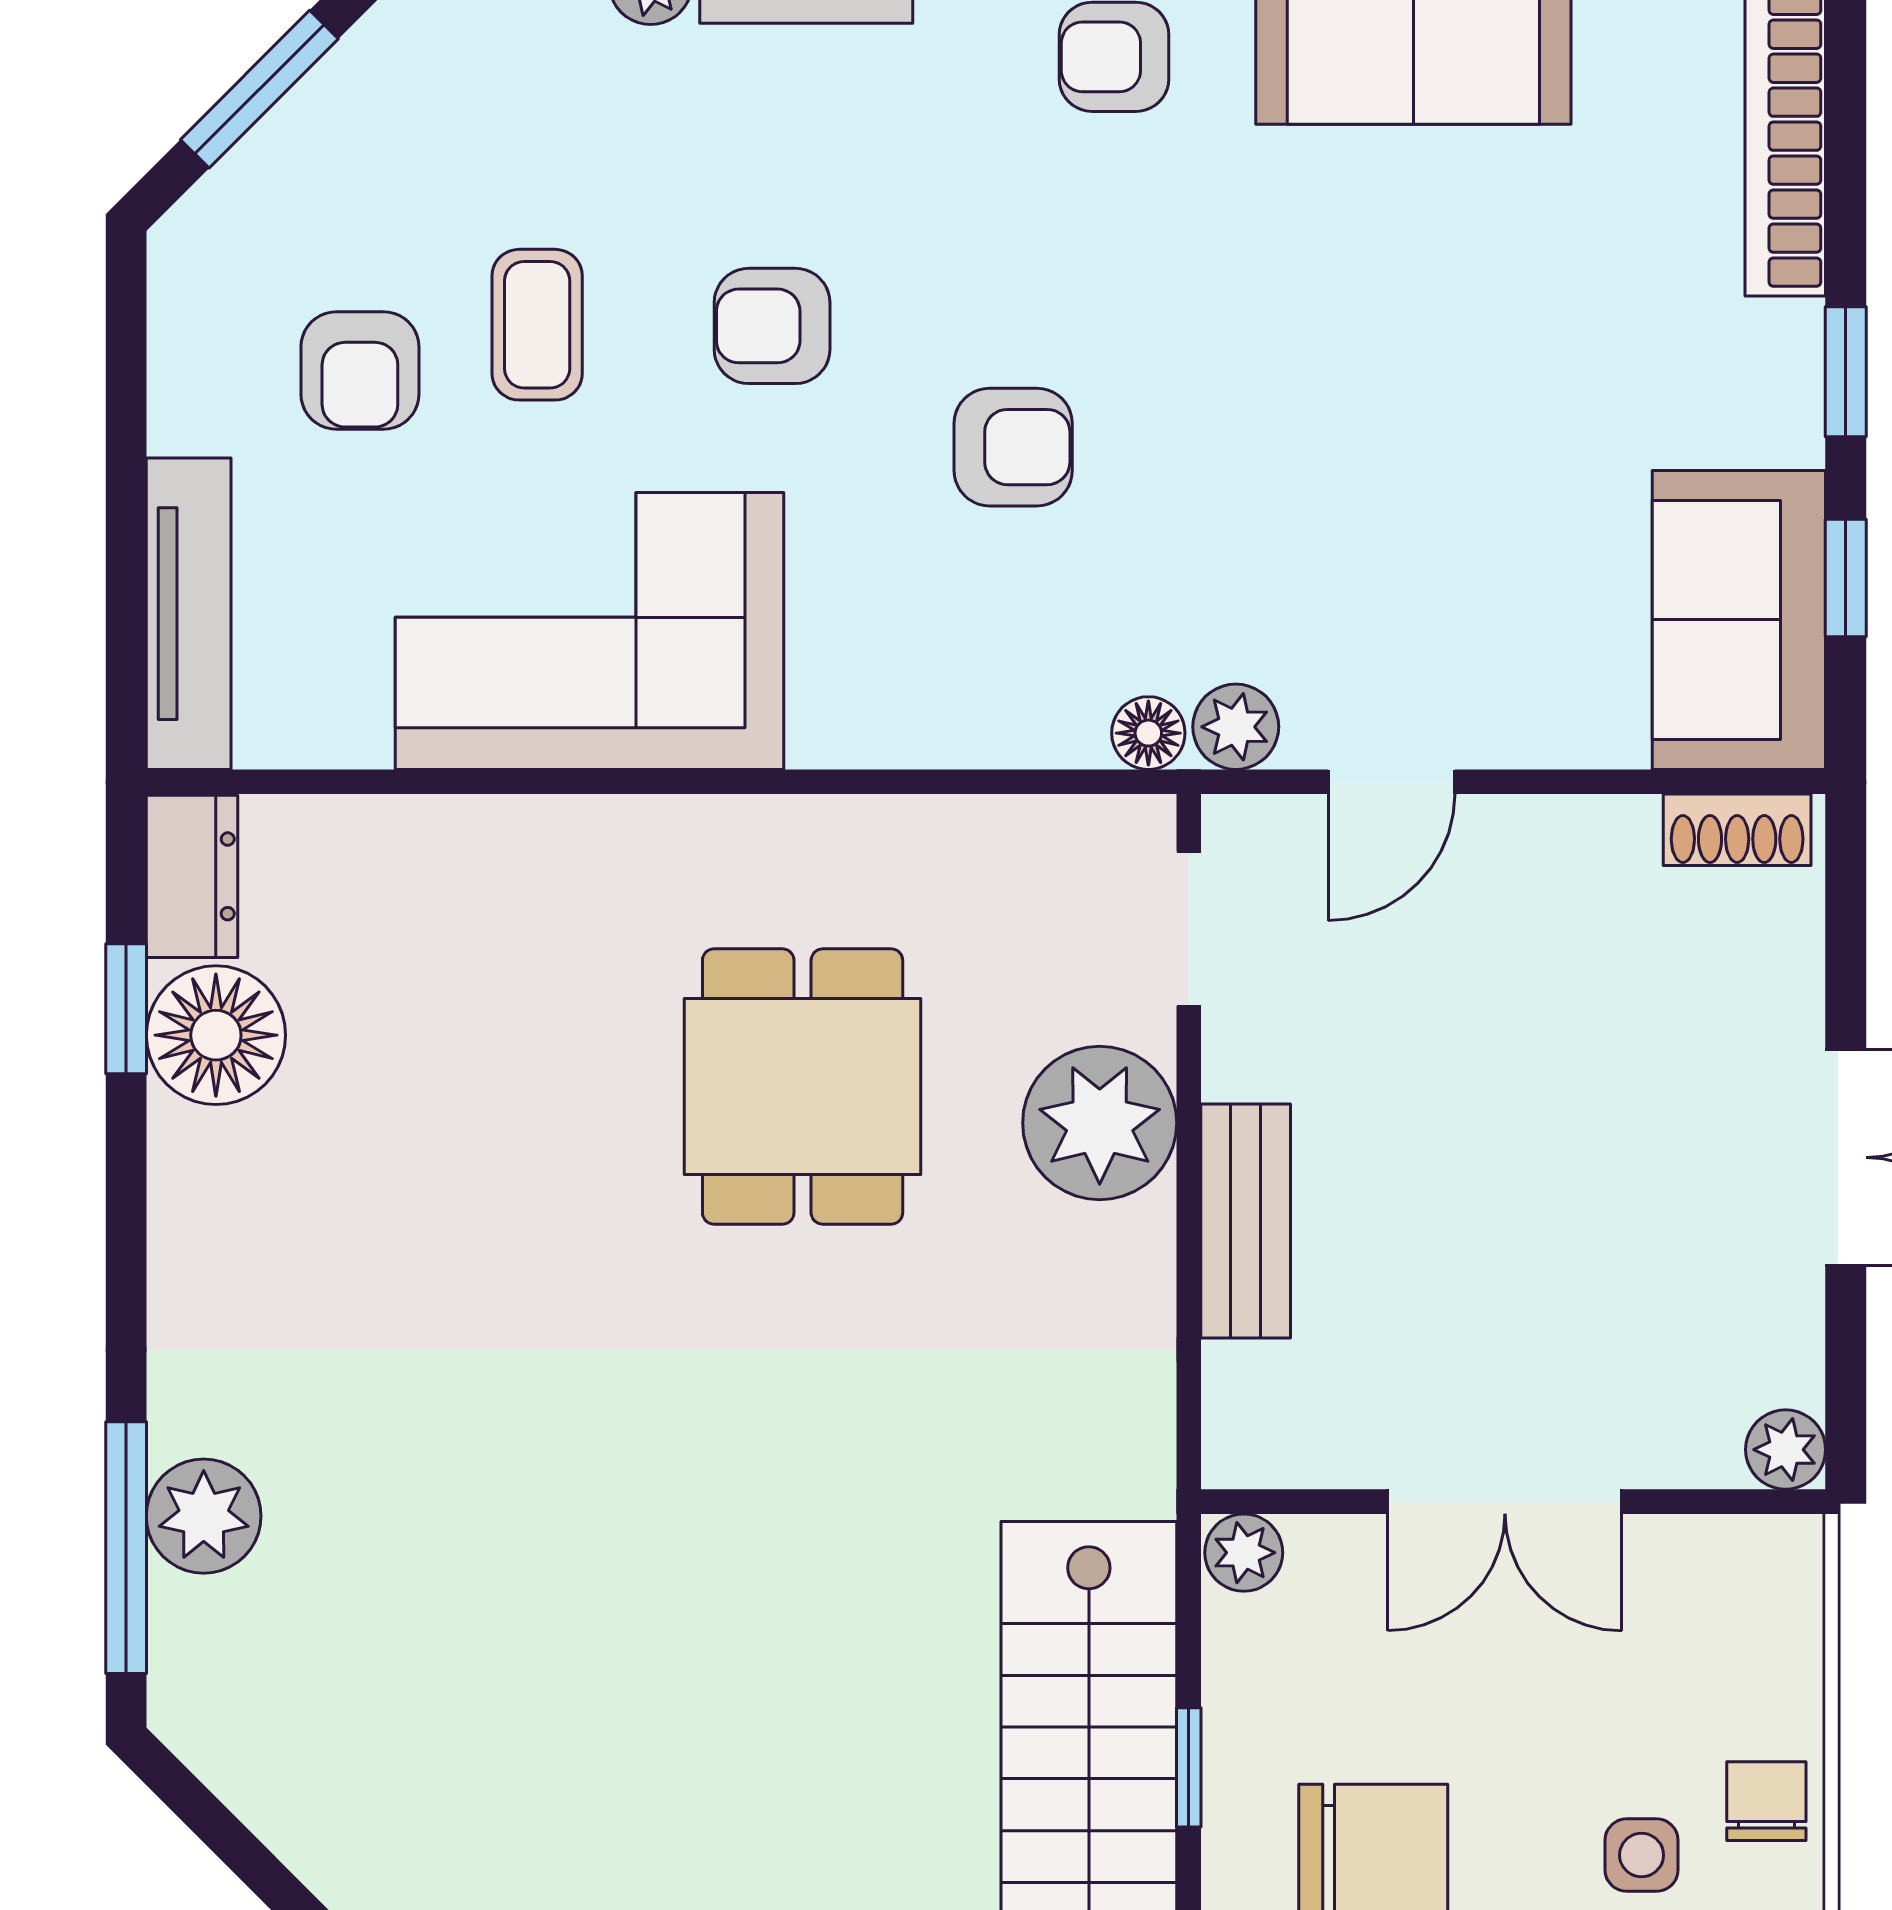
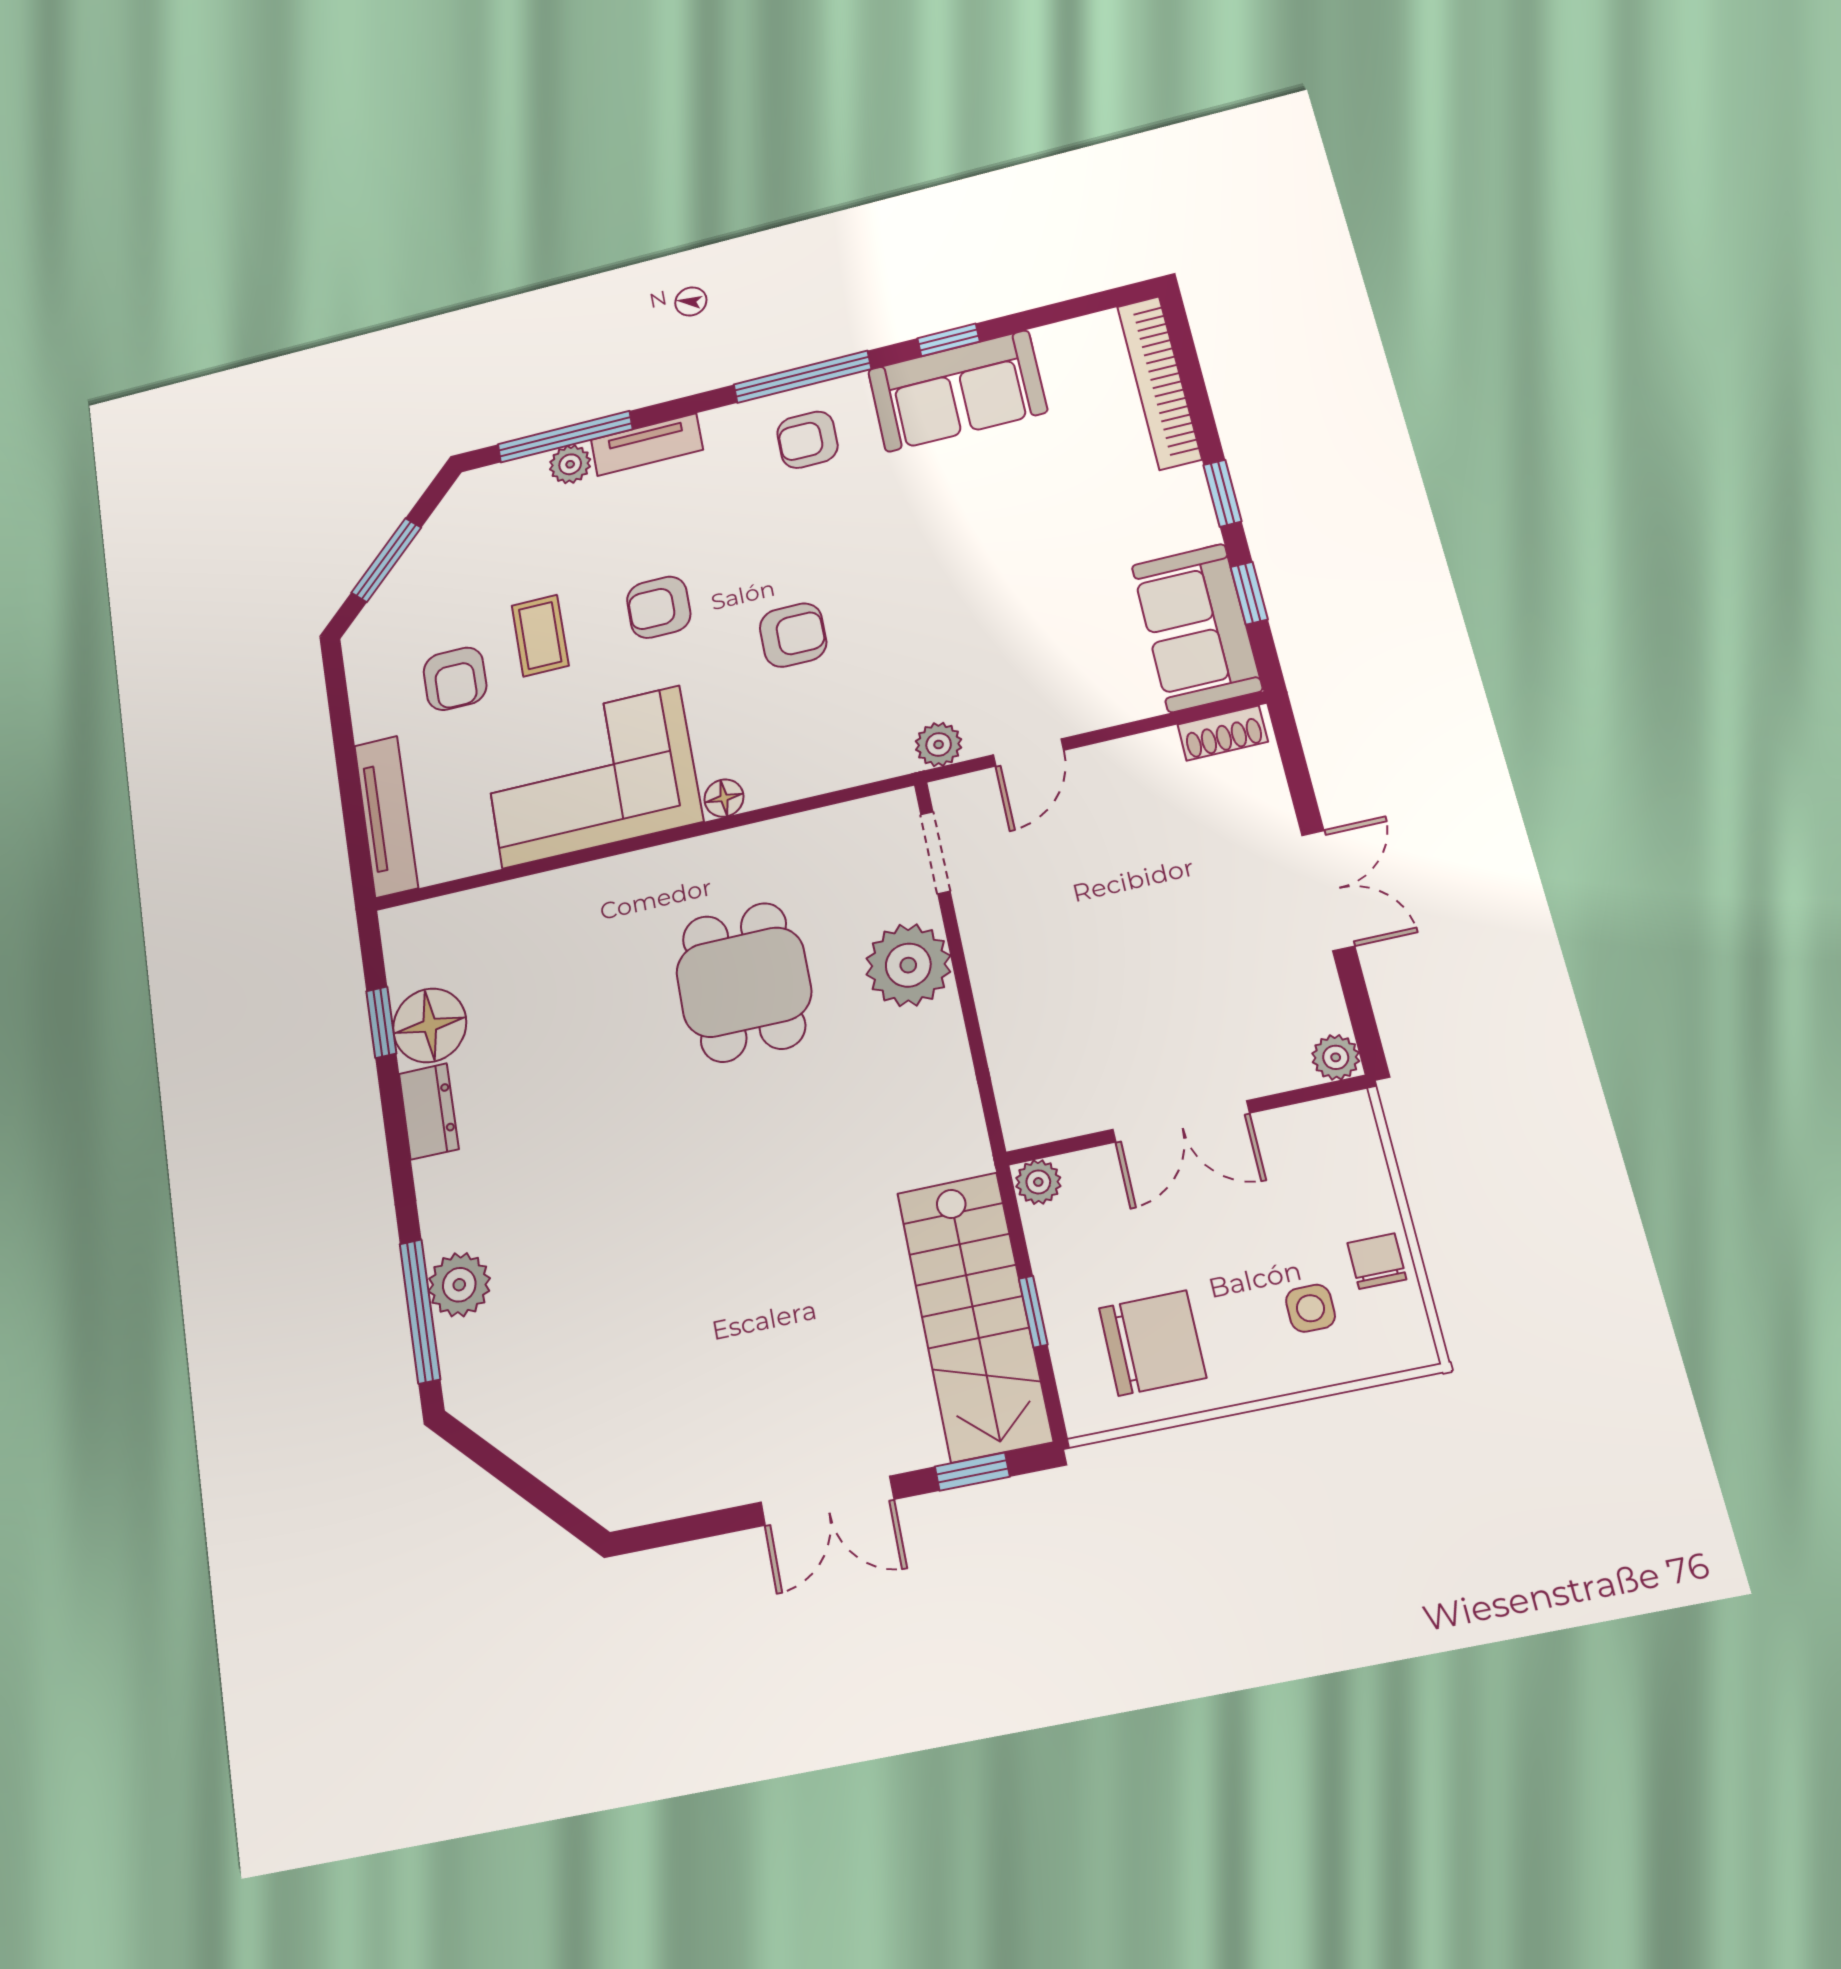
floor lamp: (1148, 733) -> (724, 798), moved
dresser: (192, 876) -> (429, 1111), moved
bench: (1246, 1221) -> (1000, 999), removed

